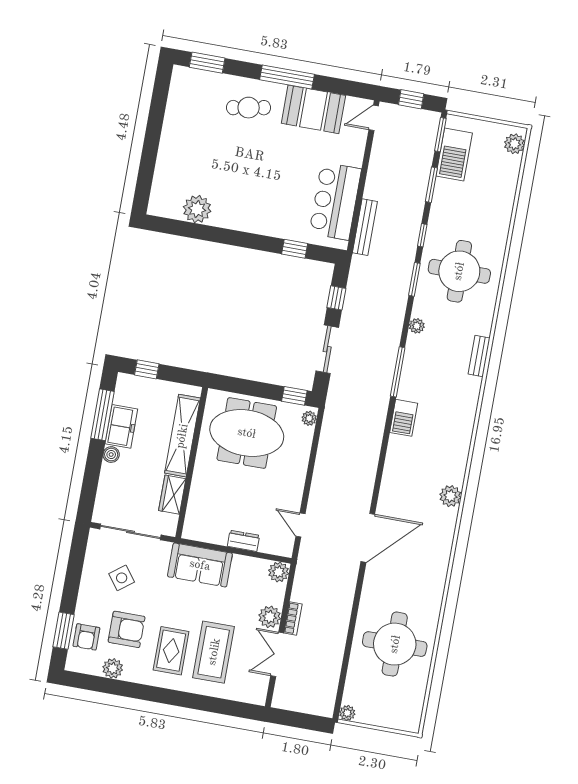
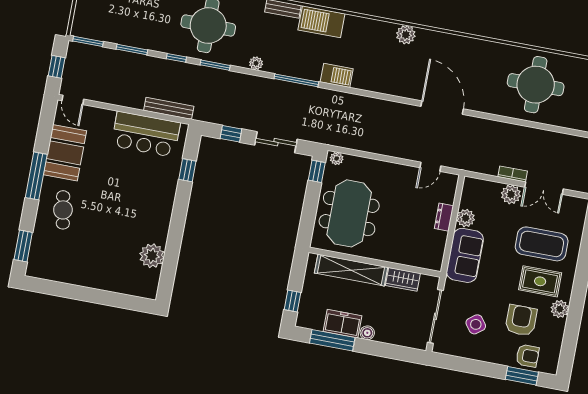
barbecue: (454, 154) -> (321, 22), moved, turned 180
plant: (279, 572) -> (466, 218), moved
plant: (113, 668) -> (560, 309), moved

